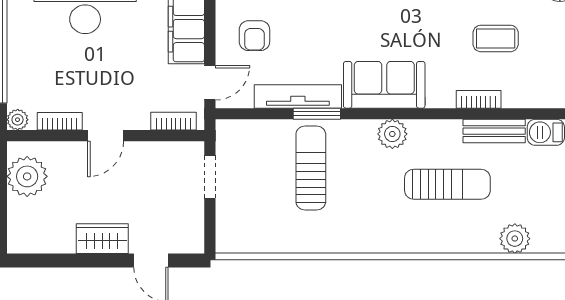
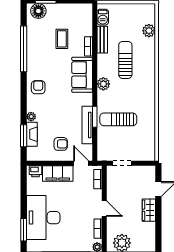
sofa: (384, 85) -> (82, 75), moved

